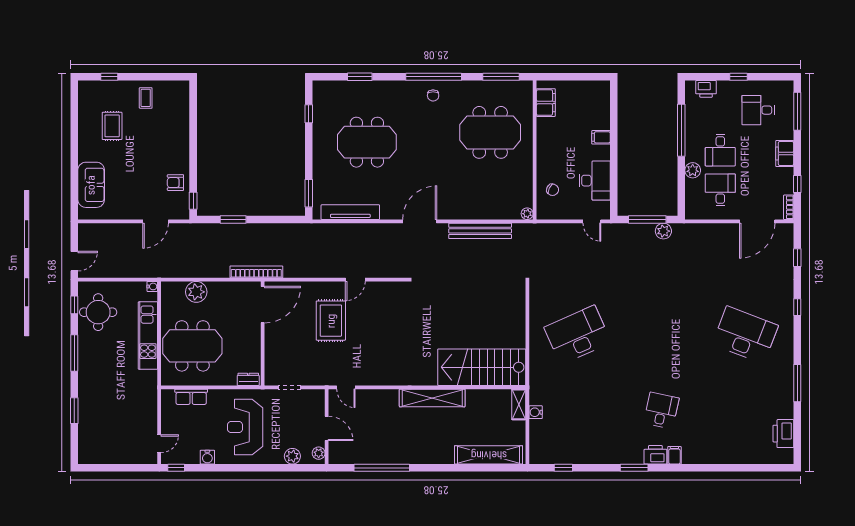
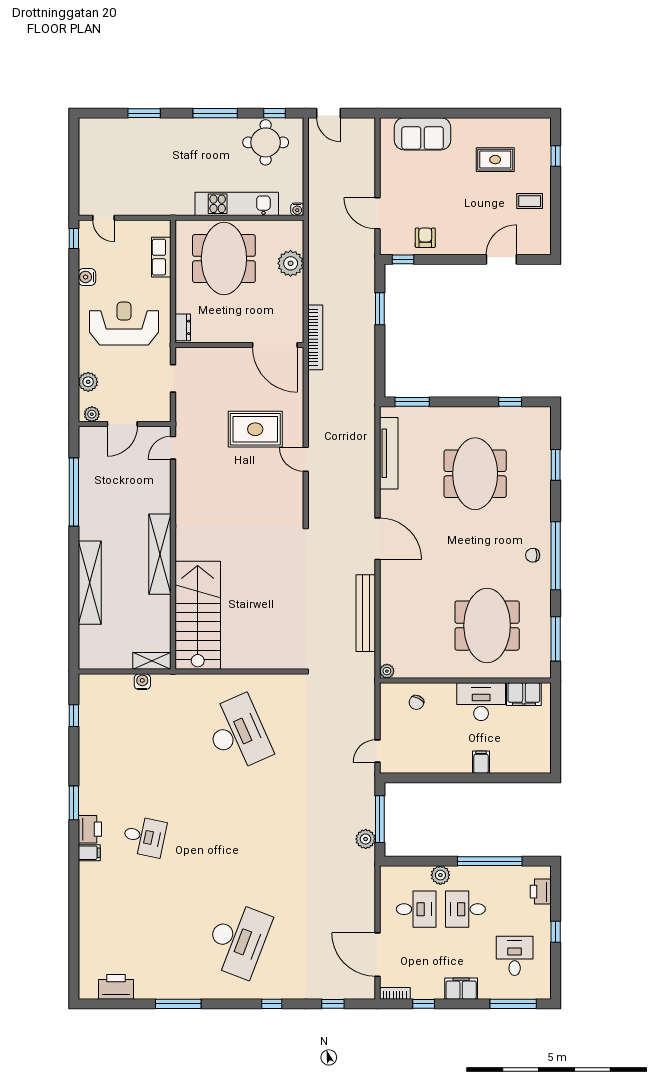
door: (193, 121) -> (501, 259), added
desk: (595, 181) -> (481, 702), moved, turned 180
shelving: (489, 455) -> (90, 583), moved

